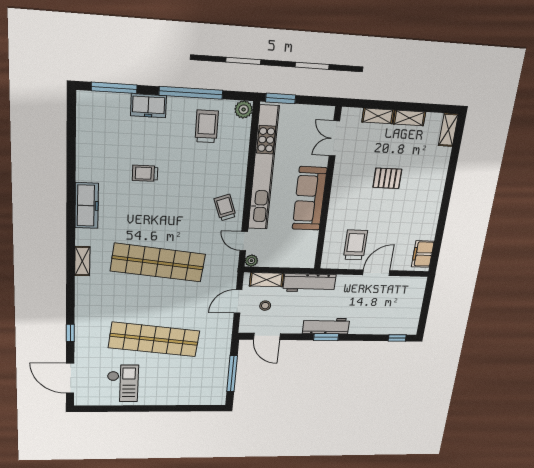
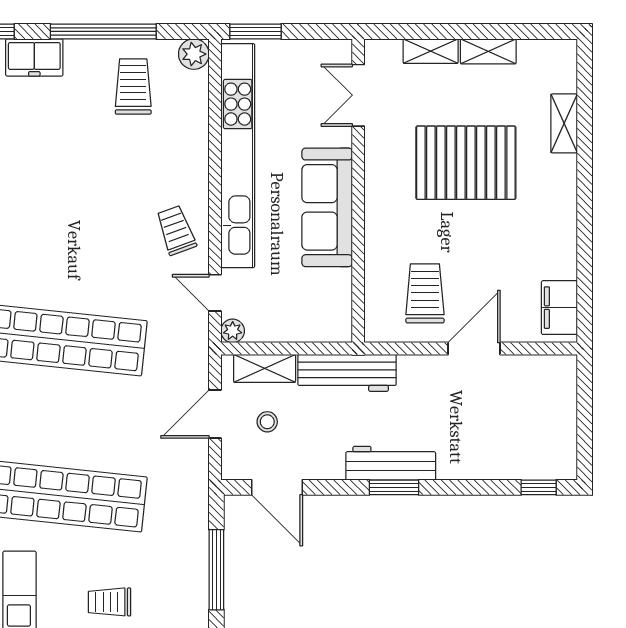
shelving: (448, 130) -> (564, 123), moved
trolley: (145, 173) -> (110, 602), moved
pallet: (387, 178) -> (466, 163), width x2.05, depth x2.00

